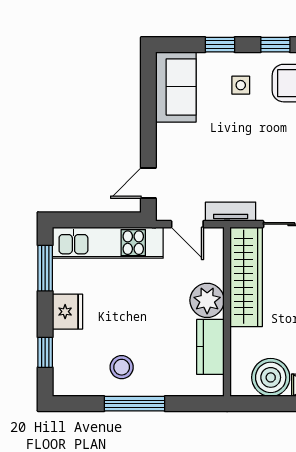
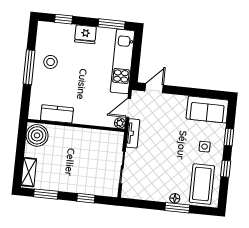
door: (148, 183) -> (154, 88), hinge flipped
wardrobe: (246, 277) -> (95, 138), removed
plant: (207, 300) -> (120, 123), moved, width x0.53, depth x0.53
boiler: (271, 377) -> (37, 135), moved

